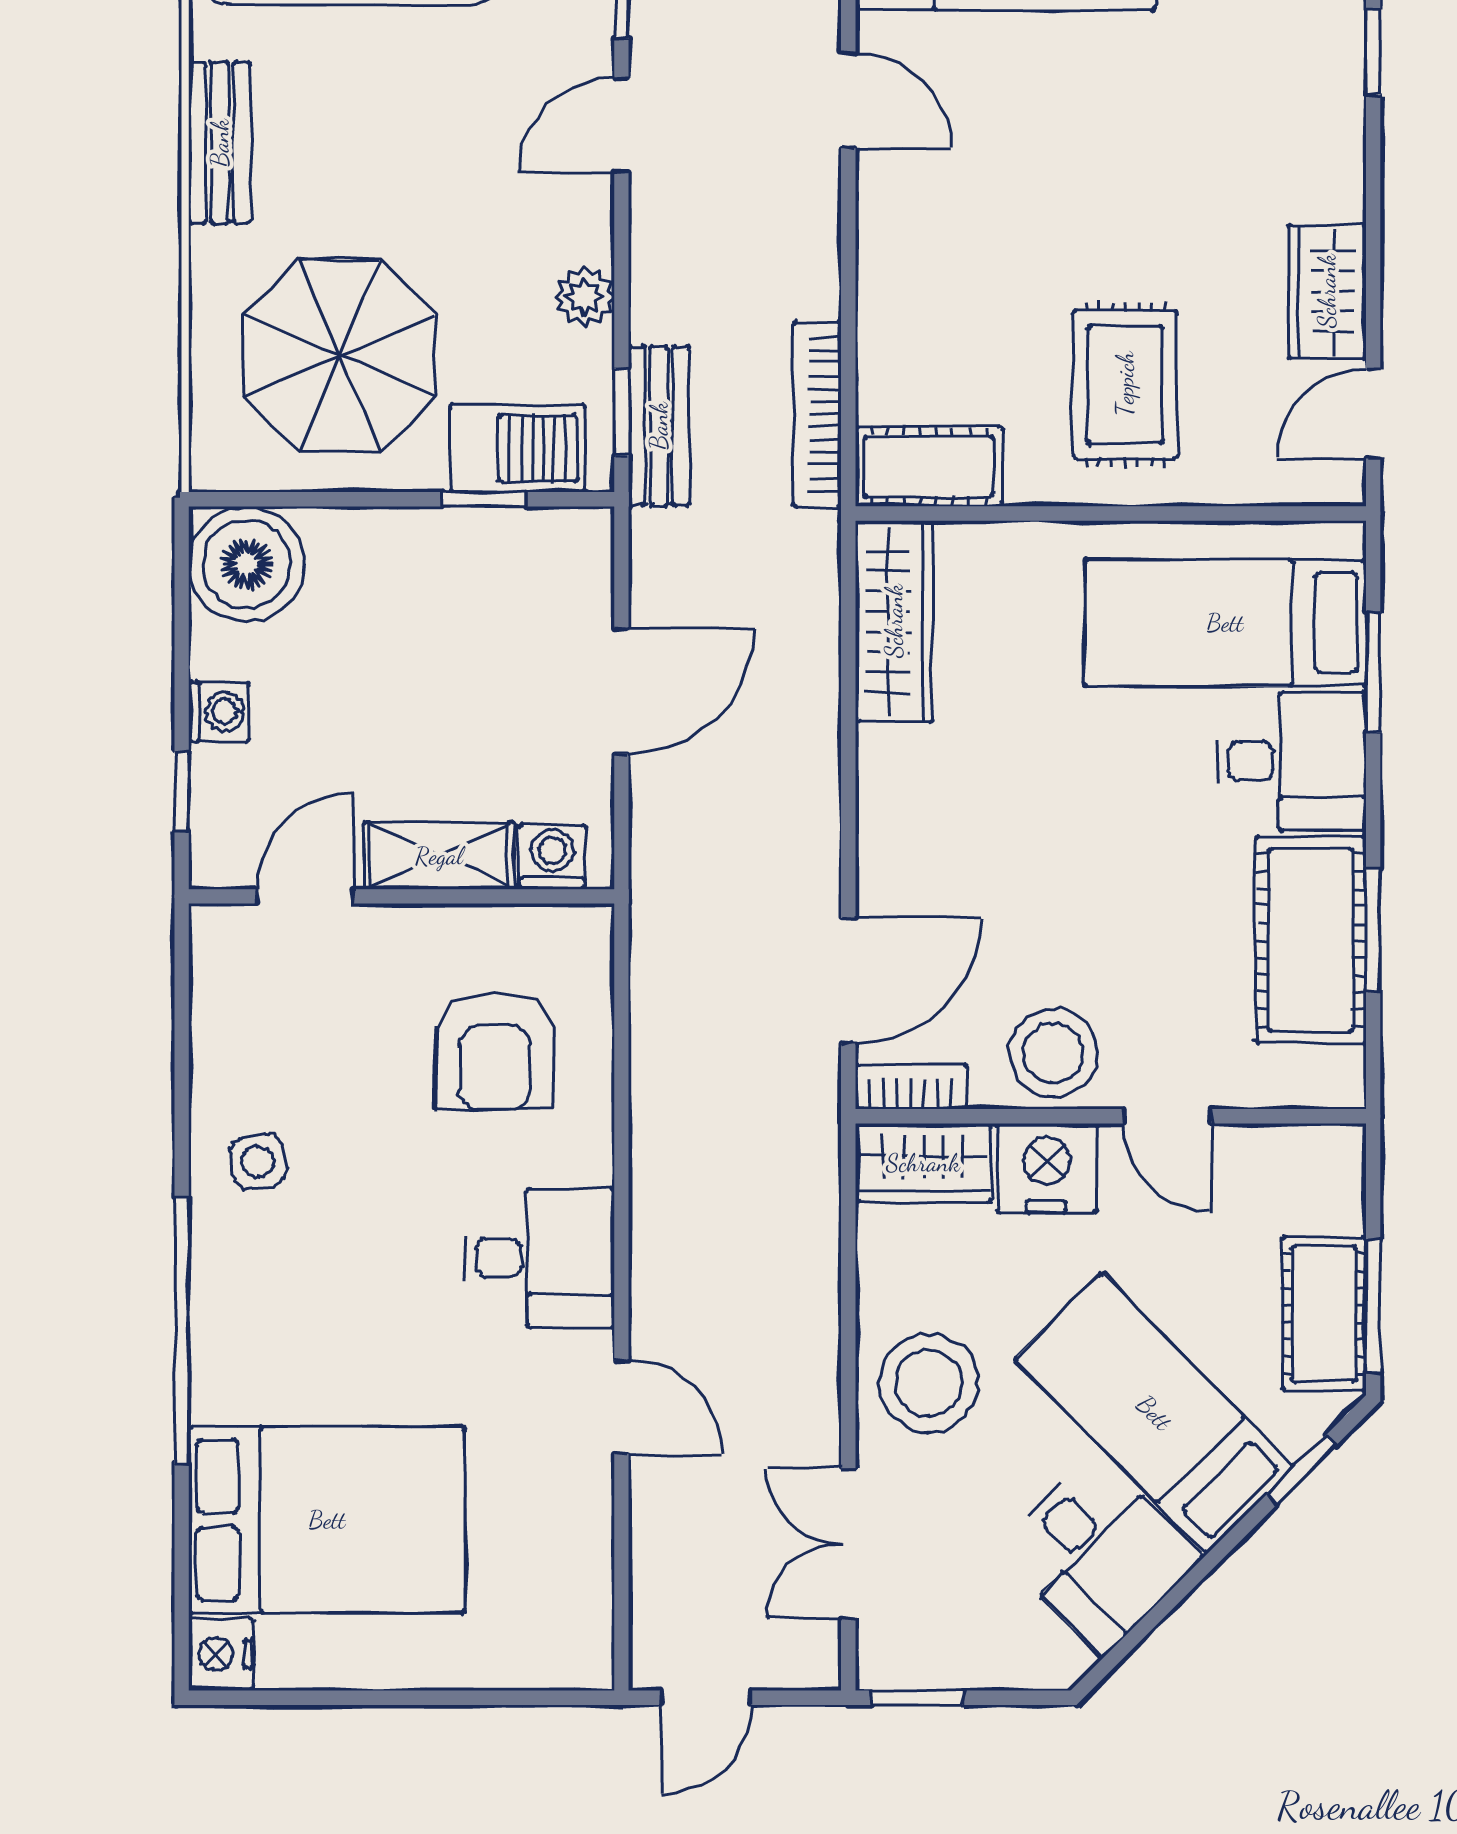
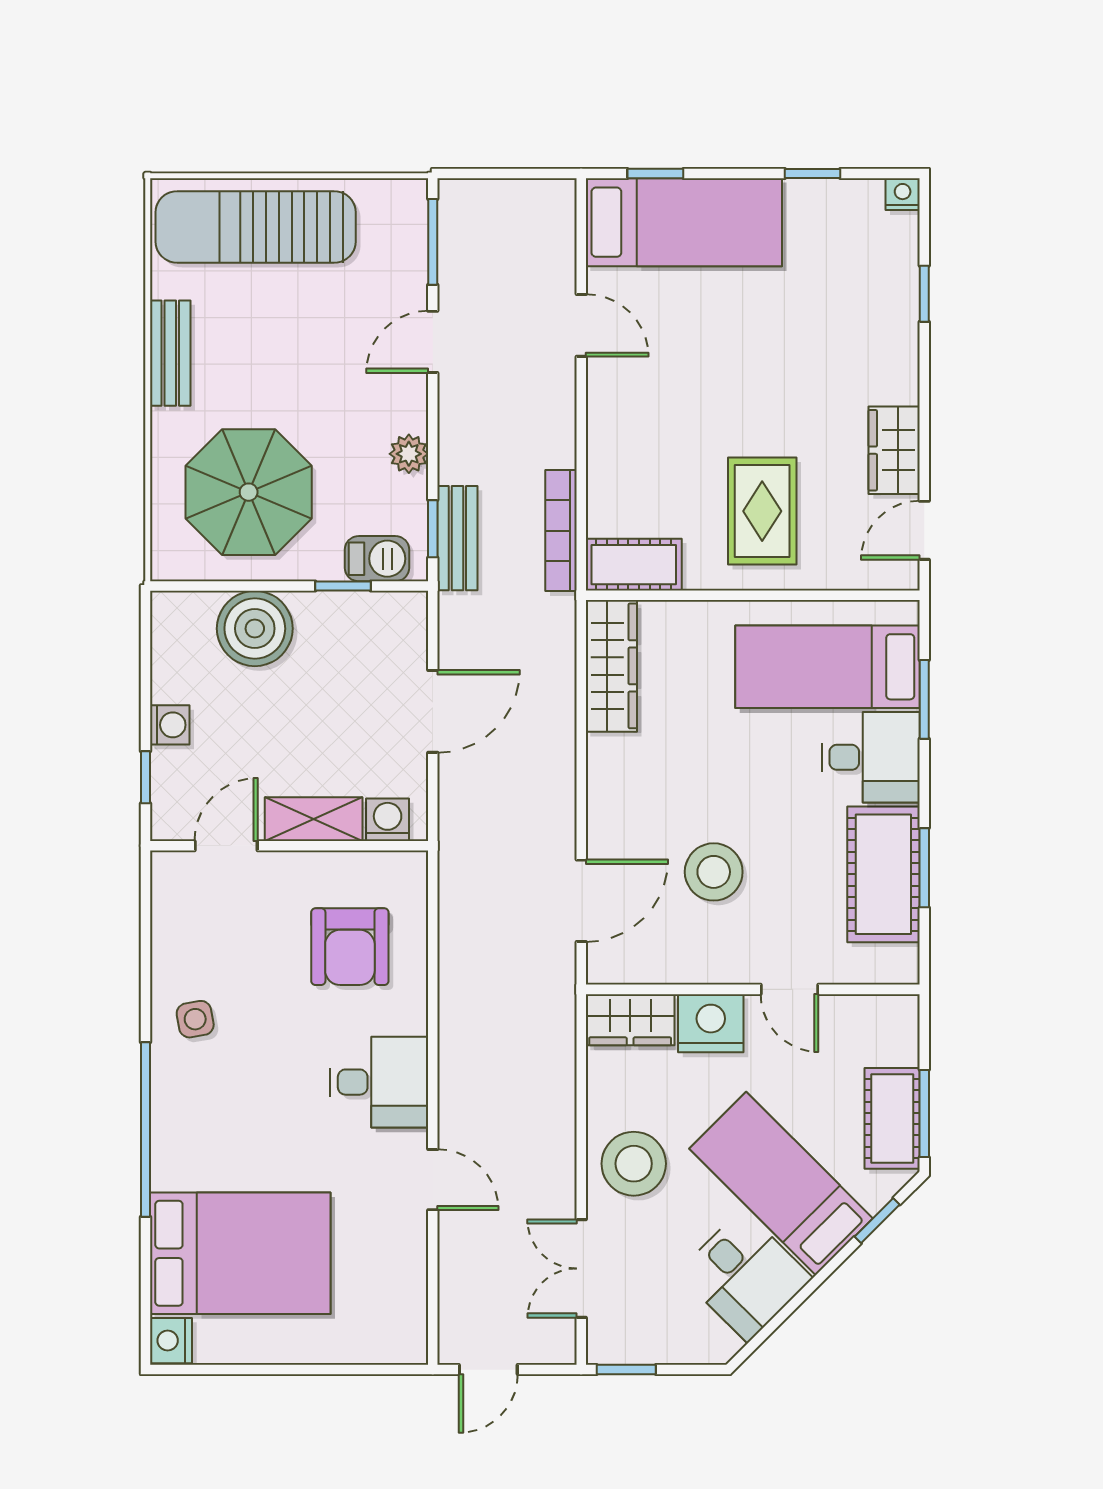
barbecue: (518, 448) -> (377, 559), width x0.73, depth x0.79
boiler: (247, 564) -> (255, 629), moved
stool: (1053, 1053) -> (714, 872), moved
bookcase: (911, 1087) -> (622, 970), removed

